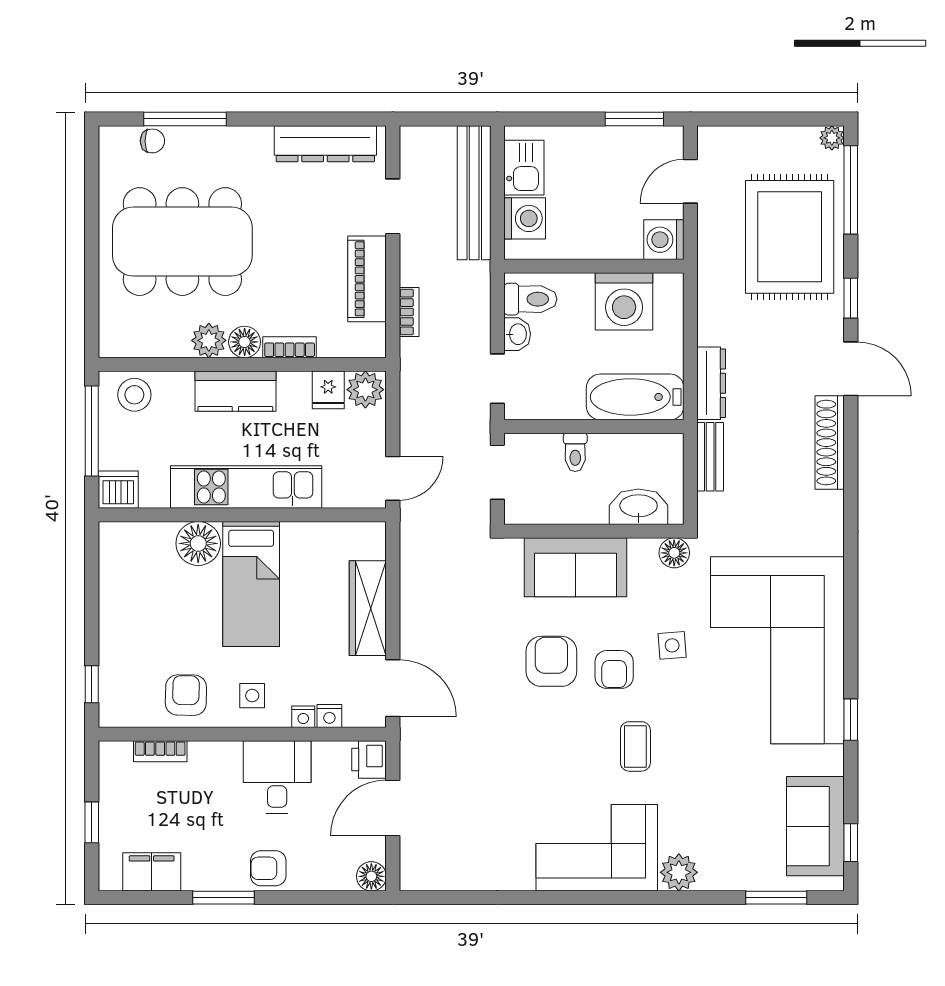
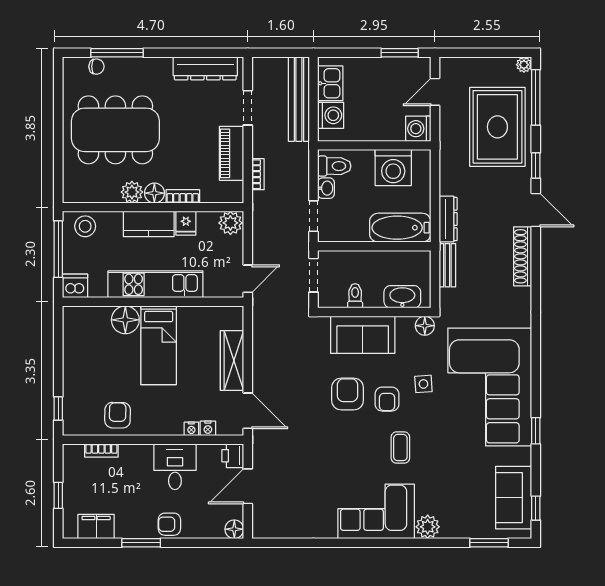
fridge: (328, 390) -> (186, 223), moved
toilet: (575, 452) -> (355, 296), moved, turned 180
side table: (252, 696) -> (159, 416), removed

